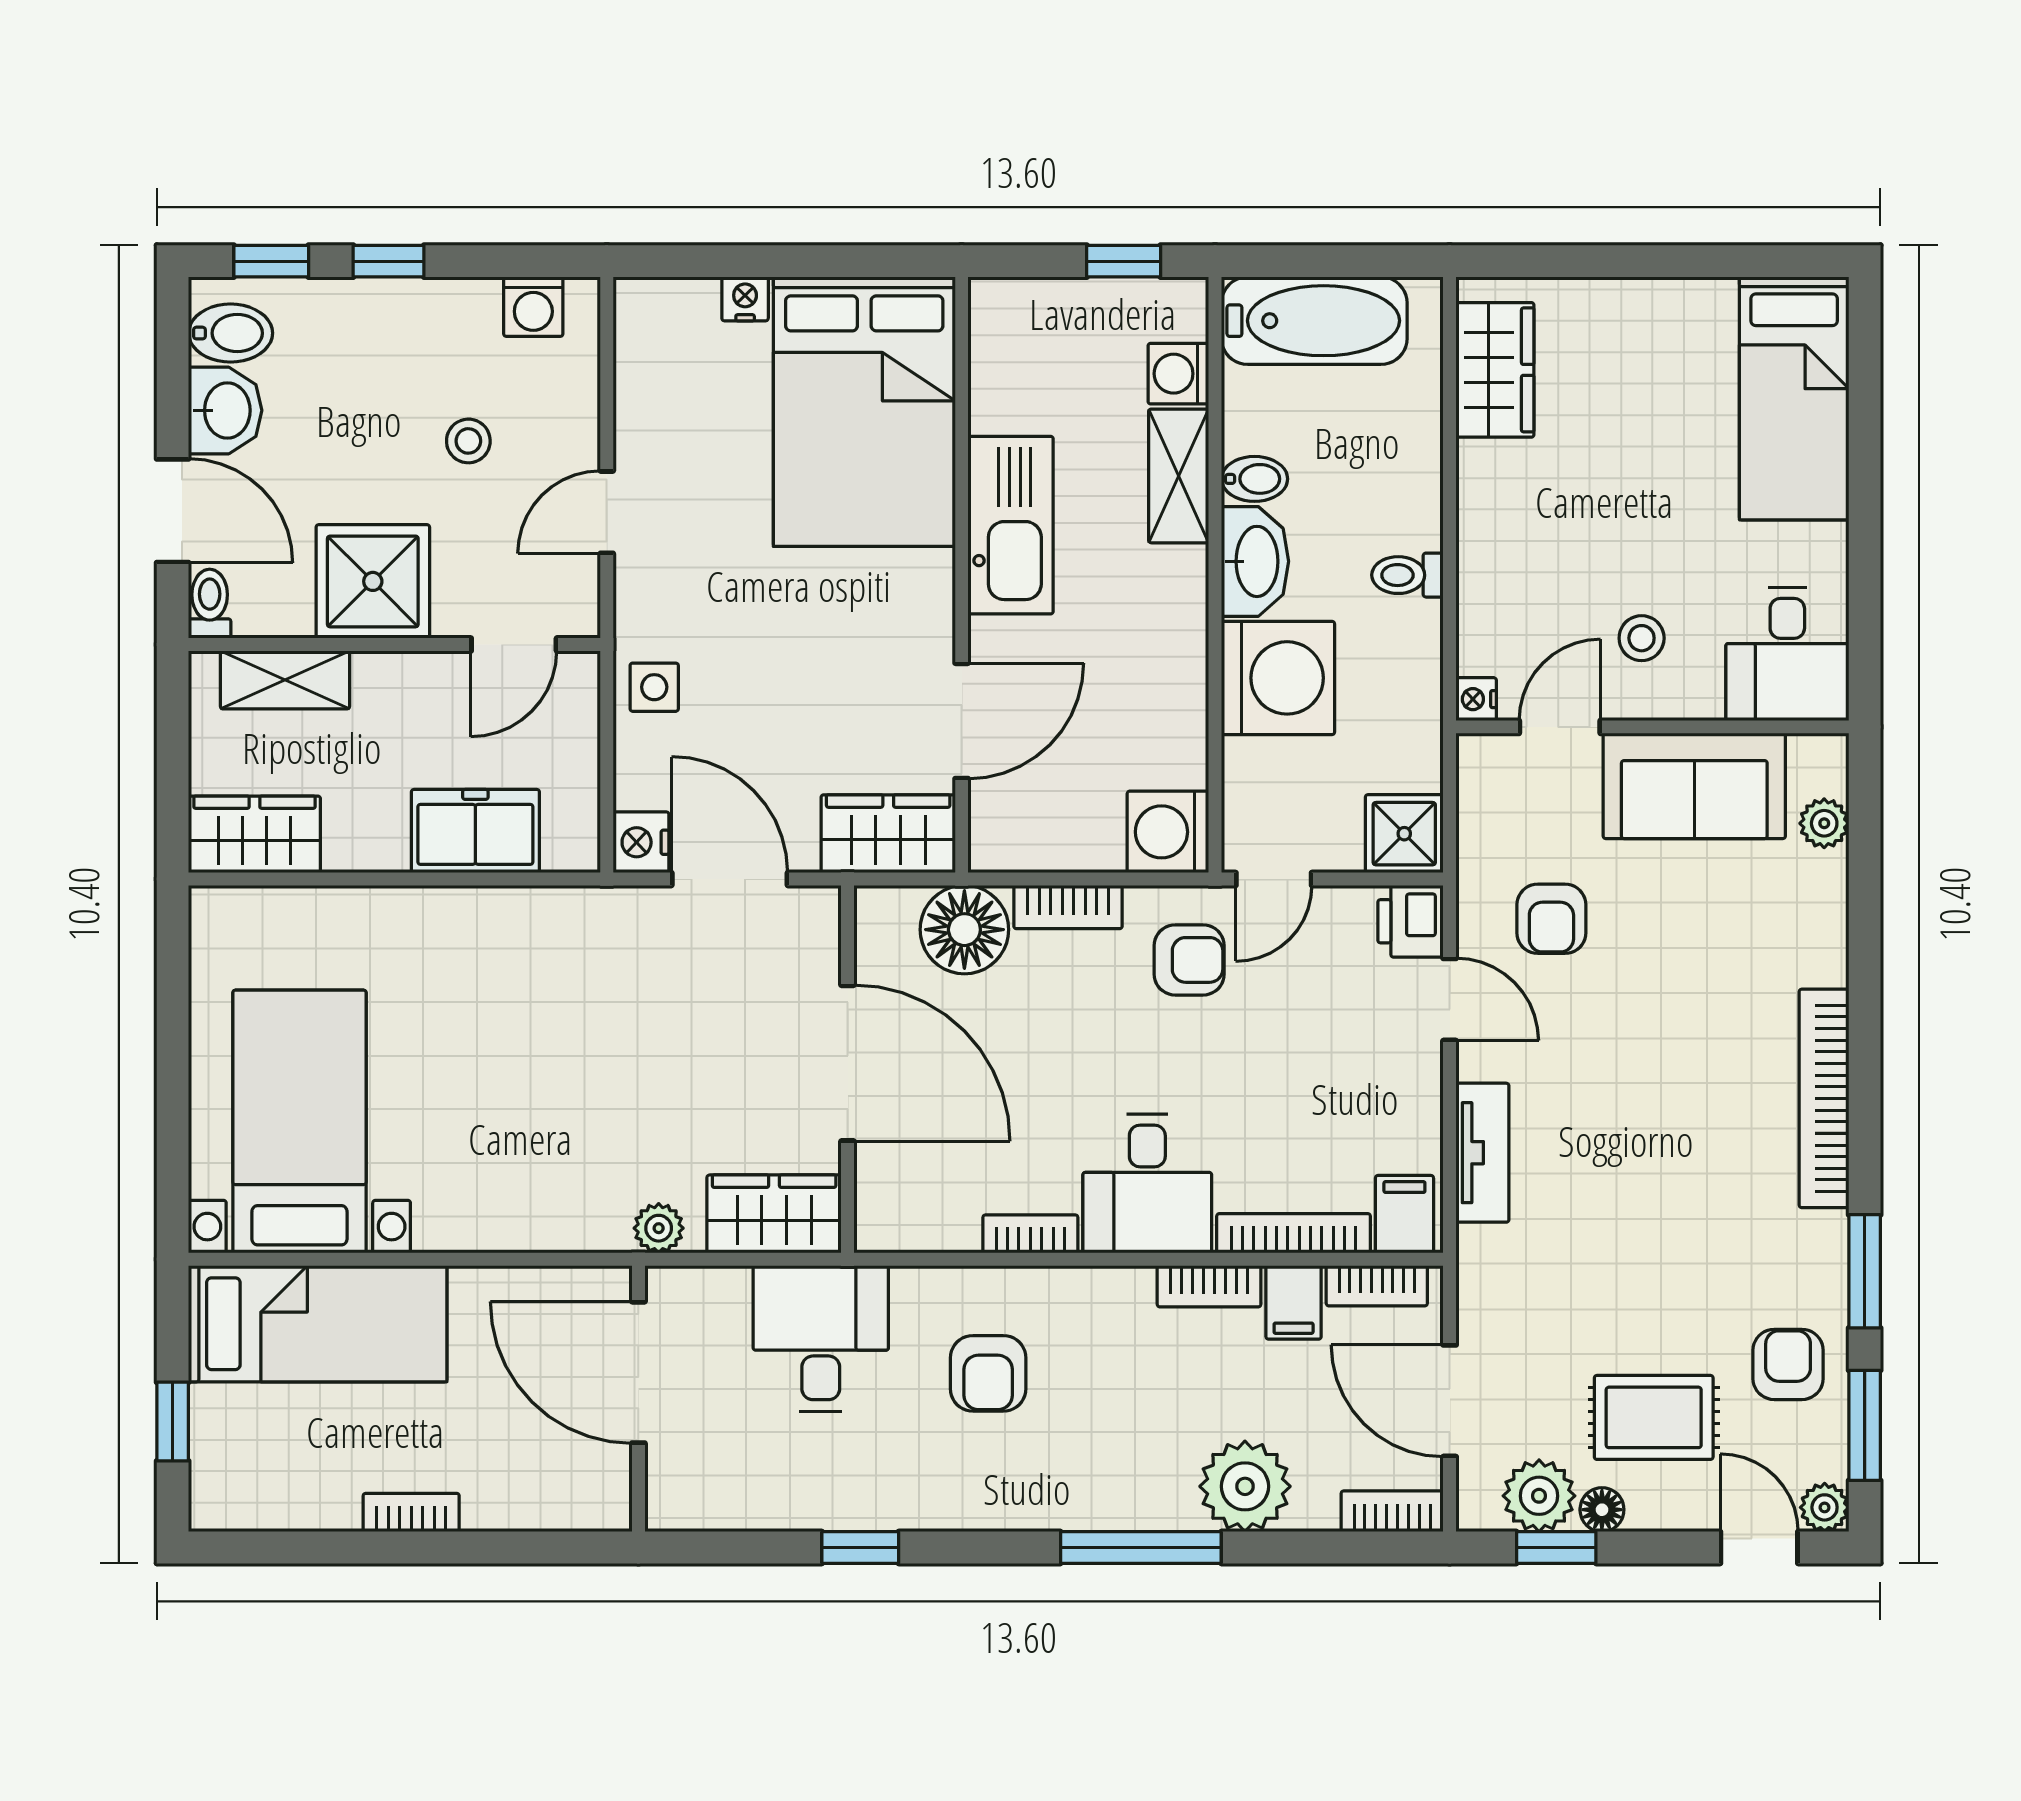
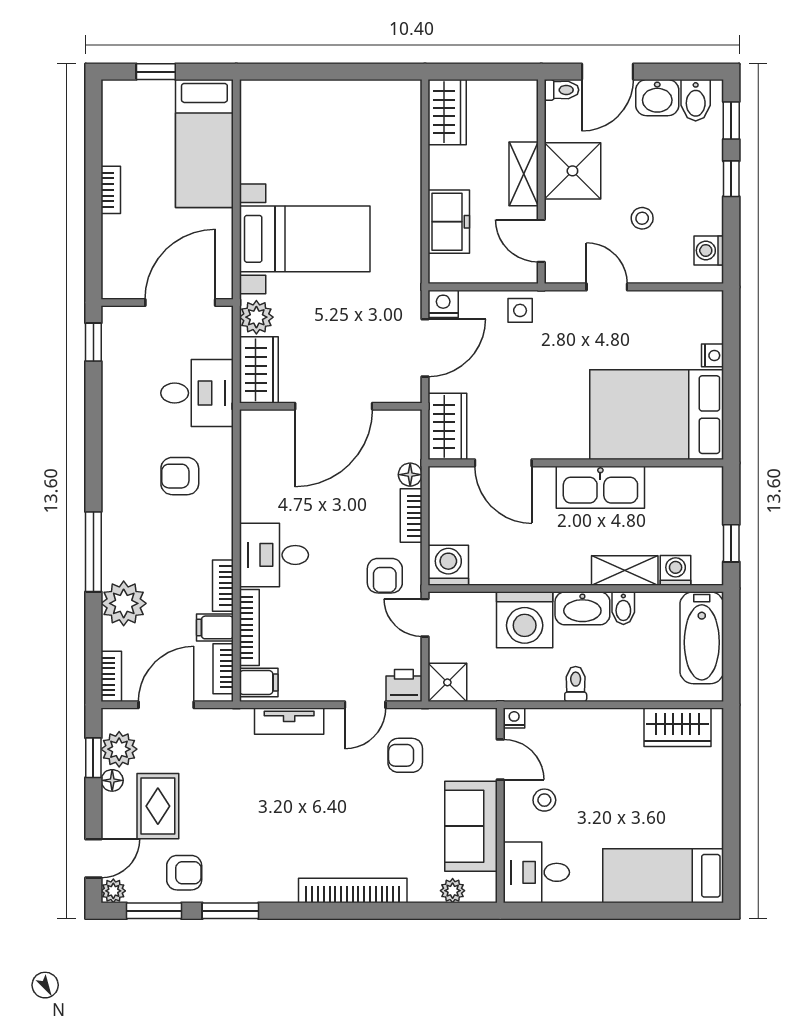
shelving: (285, 680) -> (524, 174), moved
floor lamp: (964, 930) -> (410, 475), width x0.53, depth x0.53
bookcase: (1824, 1098) -> (353, 891), moved
bed with nightstands: (299, 1122) -> (305, 239), moved
plant: (659, 1228) -> (256, 317), width x1.38, depth x1.38
bookcase: (1030, 1234) -> (249, 497), removed
window: (860, 1548) -> (93, 342), moved

